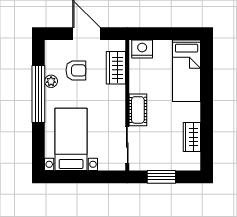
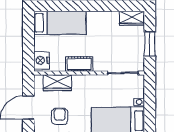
cot: (138, 110) -> (79, 64), moved
wardrobe: (192, 137) -> (132, 18), moved

